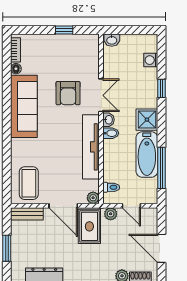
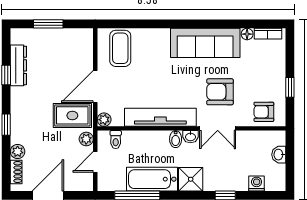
washbasin: (112, 40) -> (279, 155), moved
armchair: (86, 54) -> (264, 112), added
coffee table: (29, 183) -> (120, 48), turned 90
bench: (27, 214) -> (86, 46), removed

